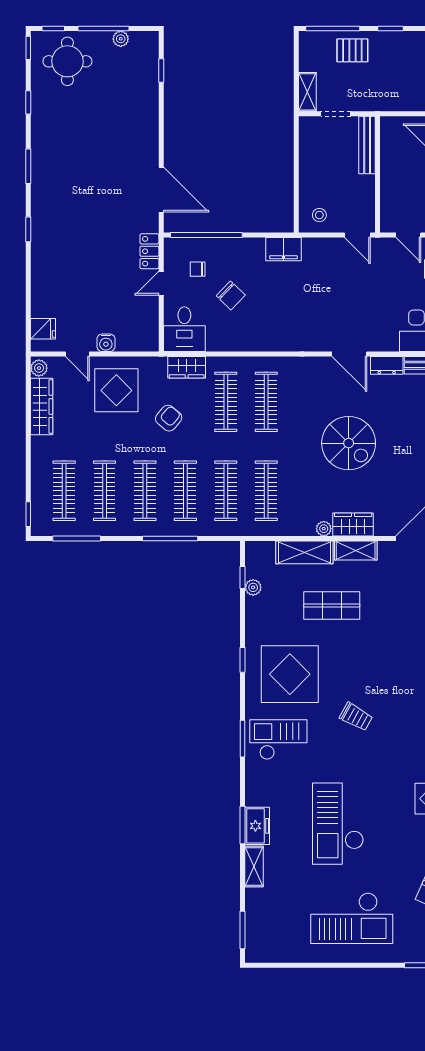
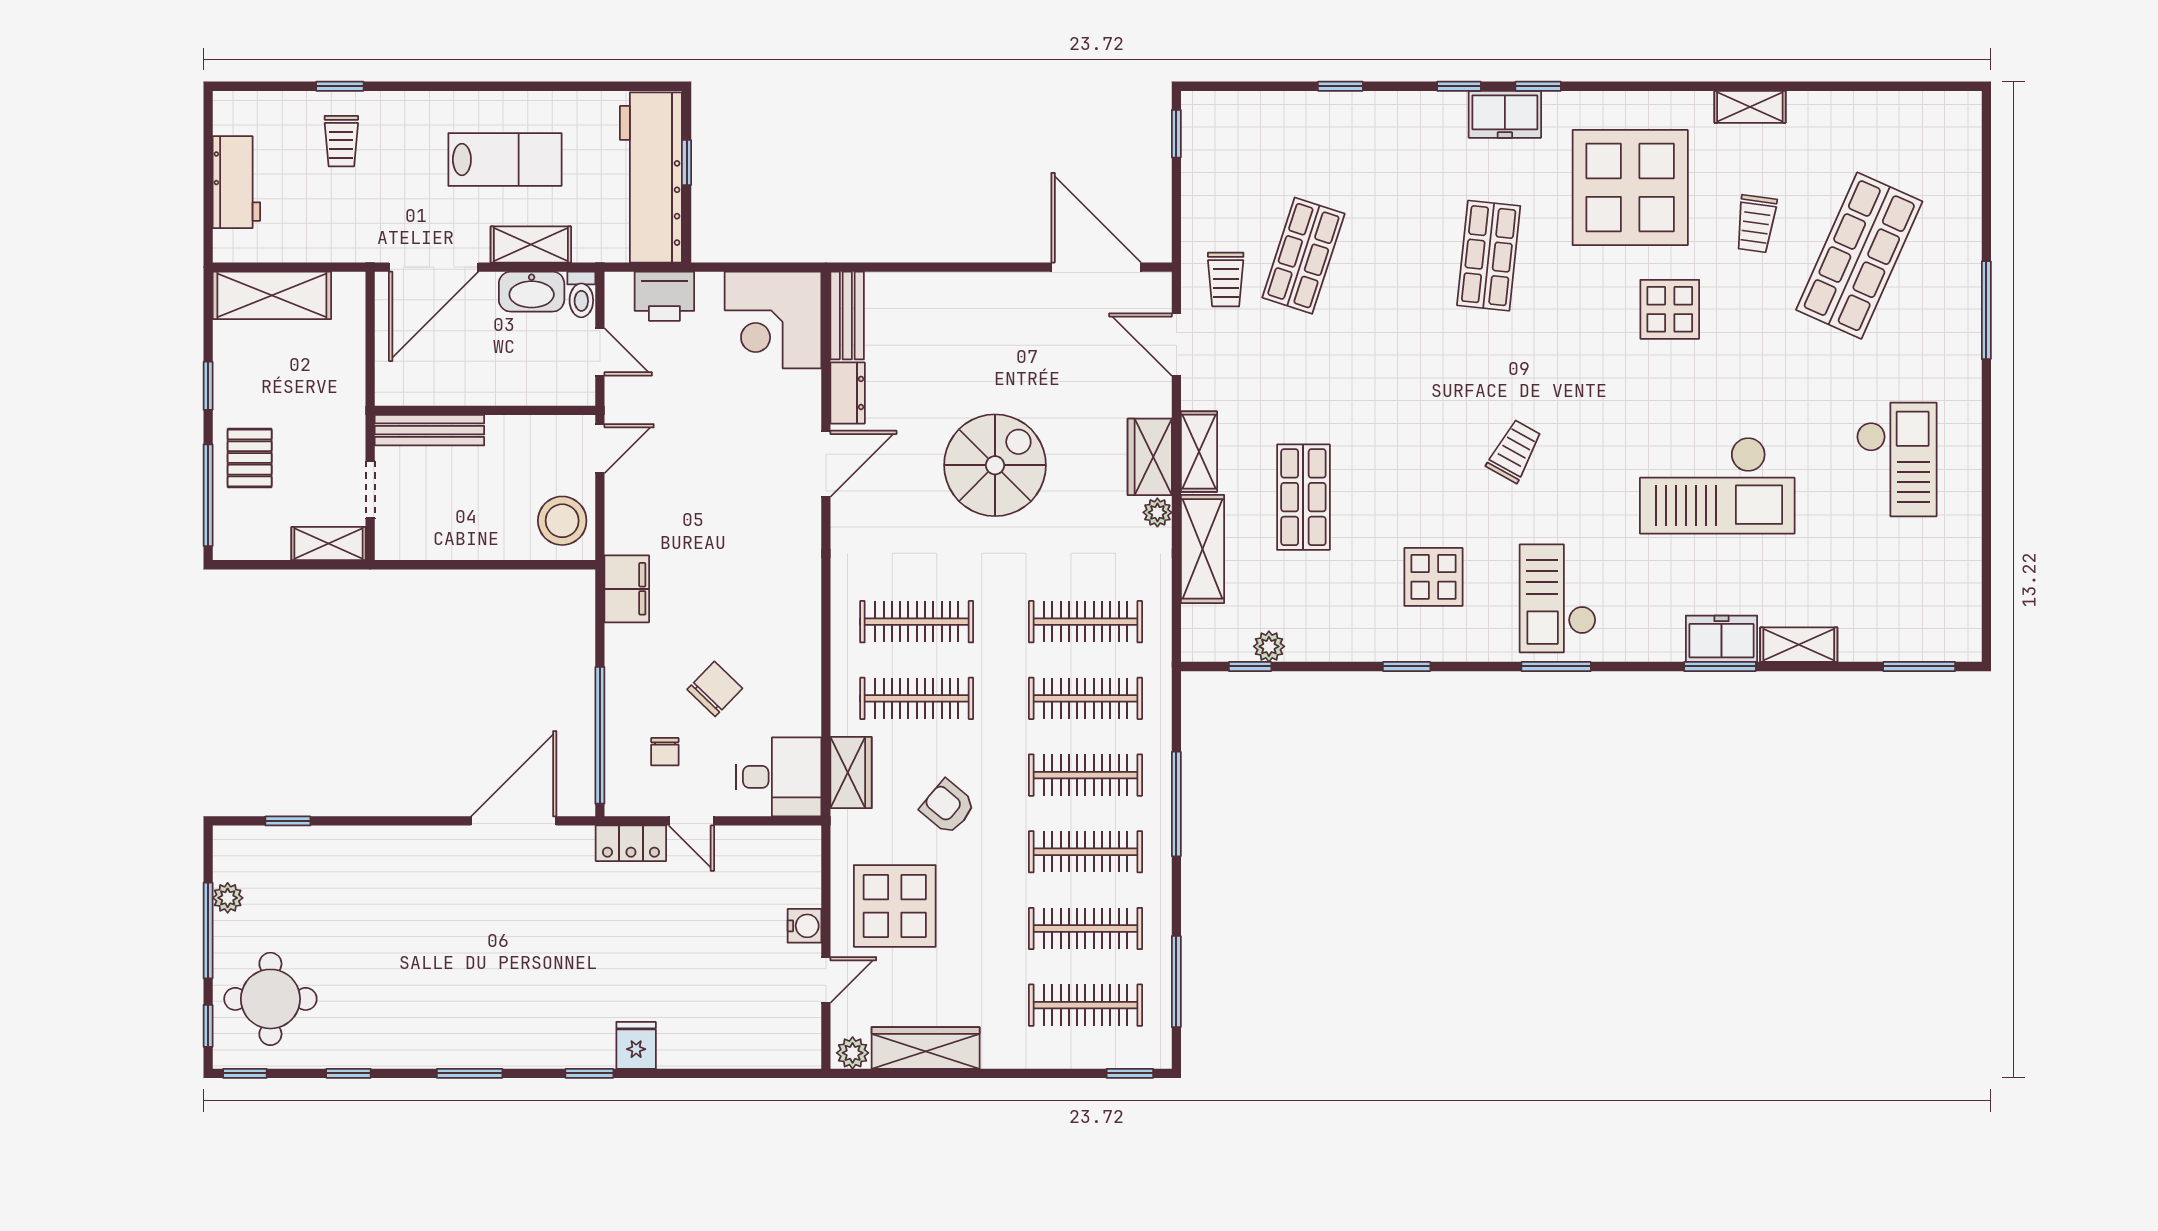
stool: (319, 215) -> (562, 521), width x1.89, depth x1.89
door: (408, 235) -> (600, 352), hinge flipped
fridge: (43, 329) -> (636, 1045), moved
display table: (290, 674) -> (1433, 577), width x0.54, depth x0.54
checkout: (352, 918) -> (1897, 459), width x0.73, depth x0.83

